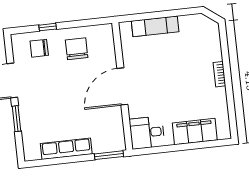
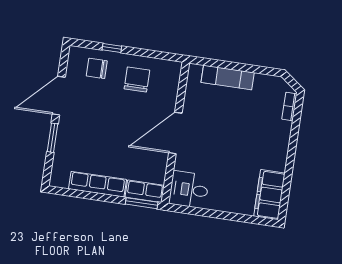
bookcase: (219, 74) -> (289, 107), moved
filing cabinet: (195, 132) -> (269, 195), moved, turned -90
row of seats: (109, 144) -> (145, 191), added

